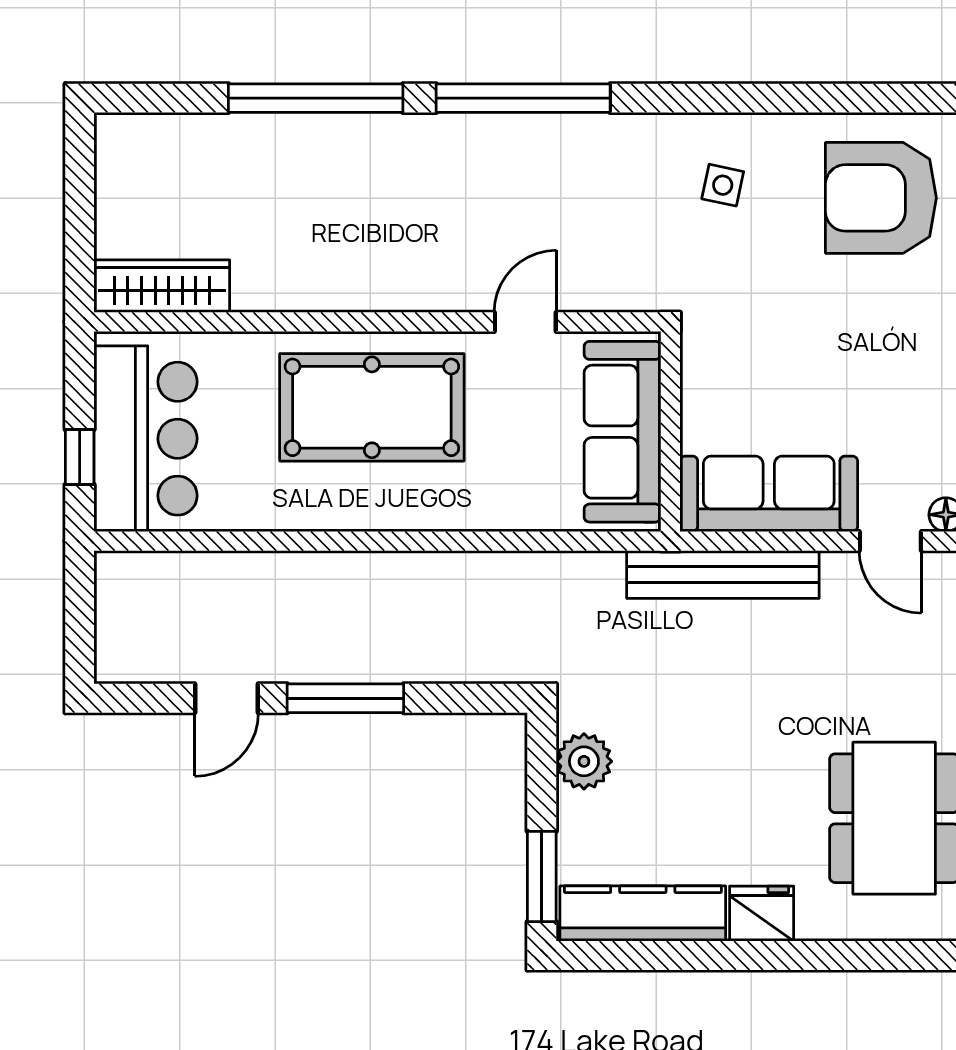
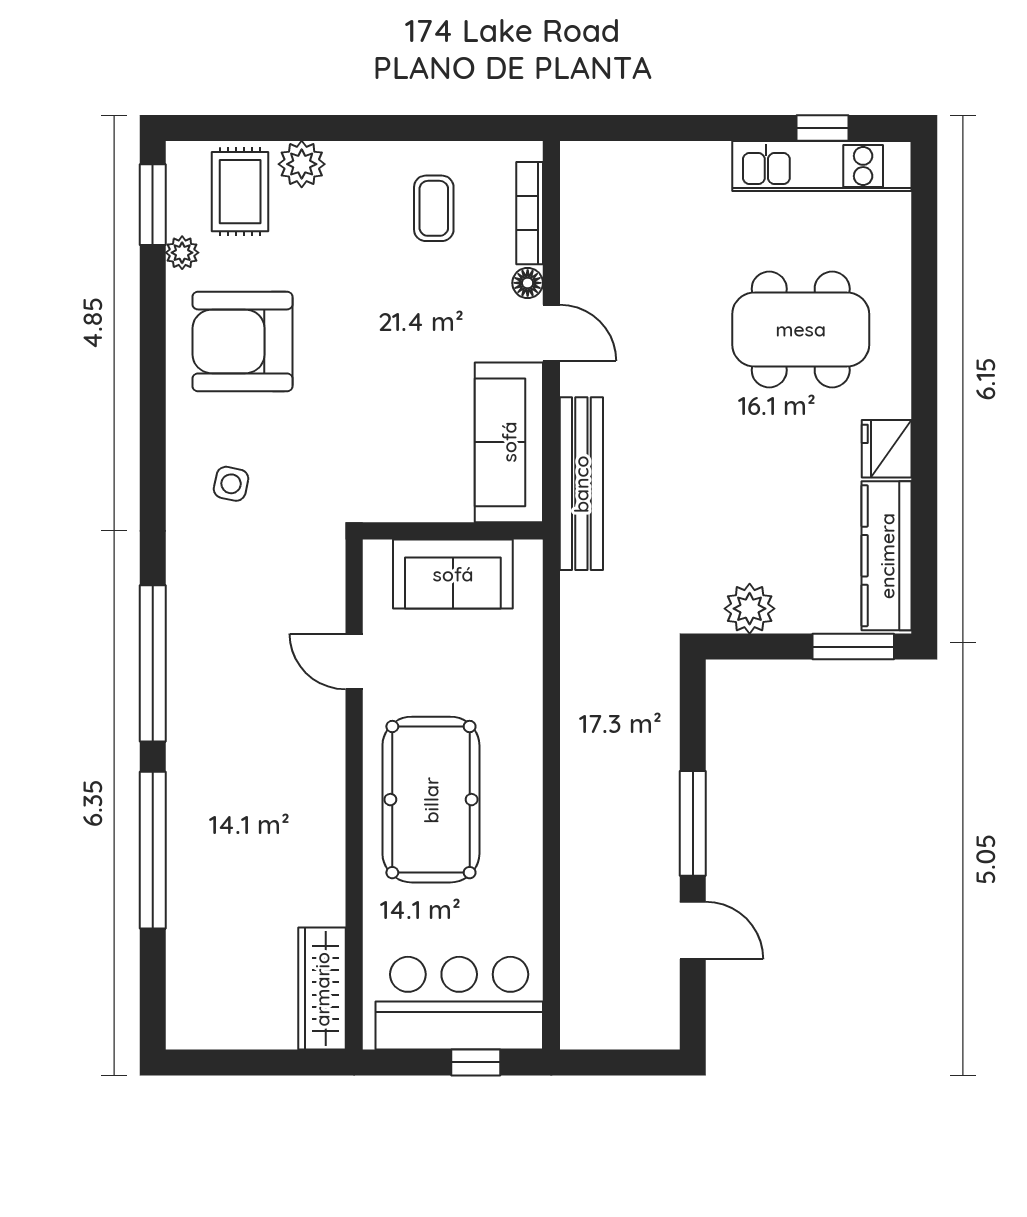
armchair: (881, 198) -> (243, 341), turned 90
sofa: (622, 432) -> (453, 574), width x0.73
door: (890, 541) -> (551, 333), hinge flipped

